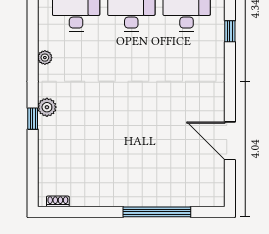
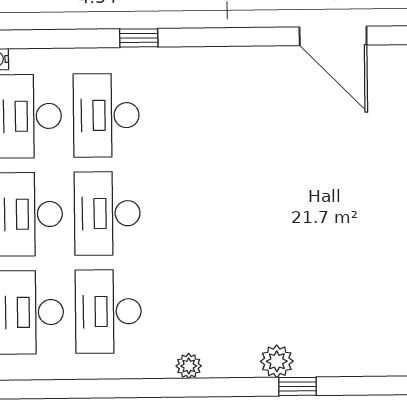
door: (230, 141) -> (333, 36), hinge flipped

